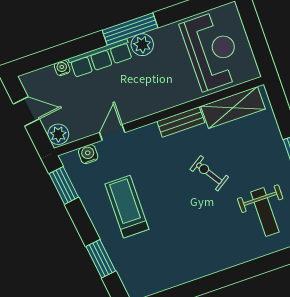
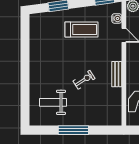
shelving: (233, 108) -> (115, 105), removed

